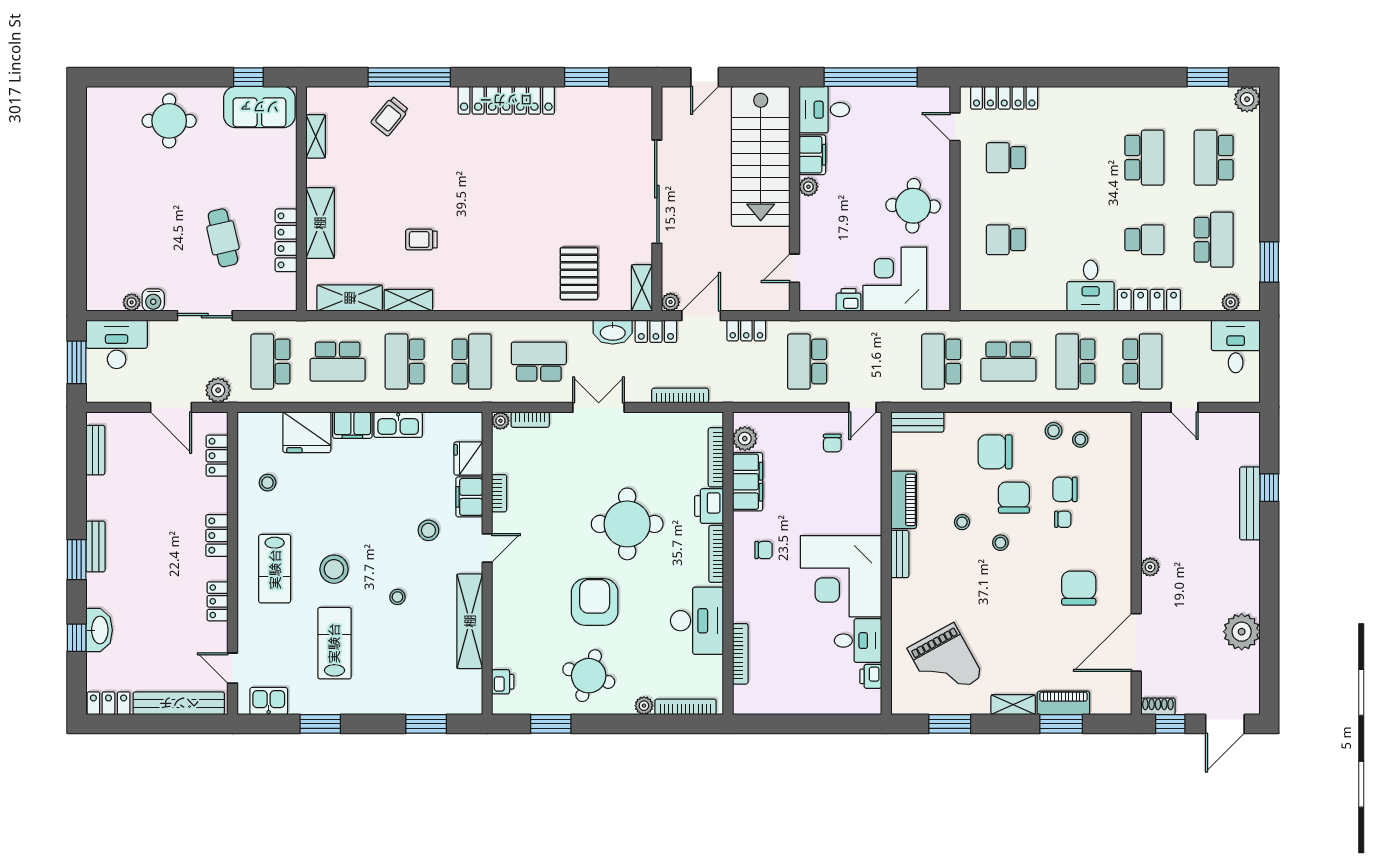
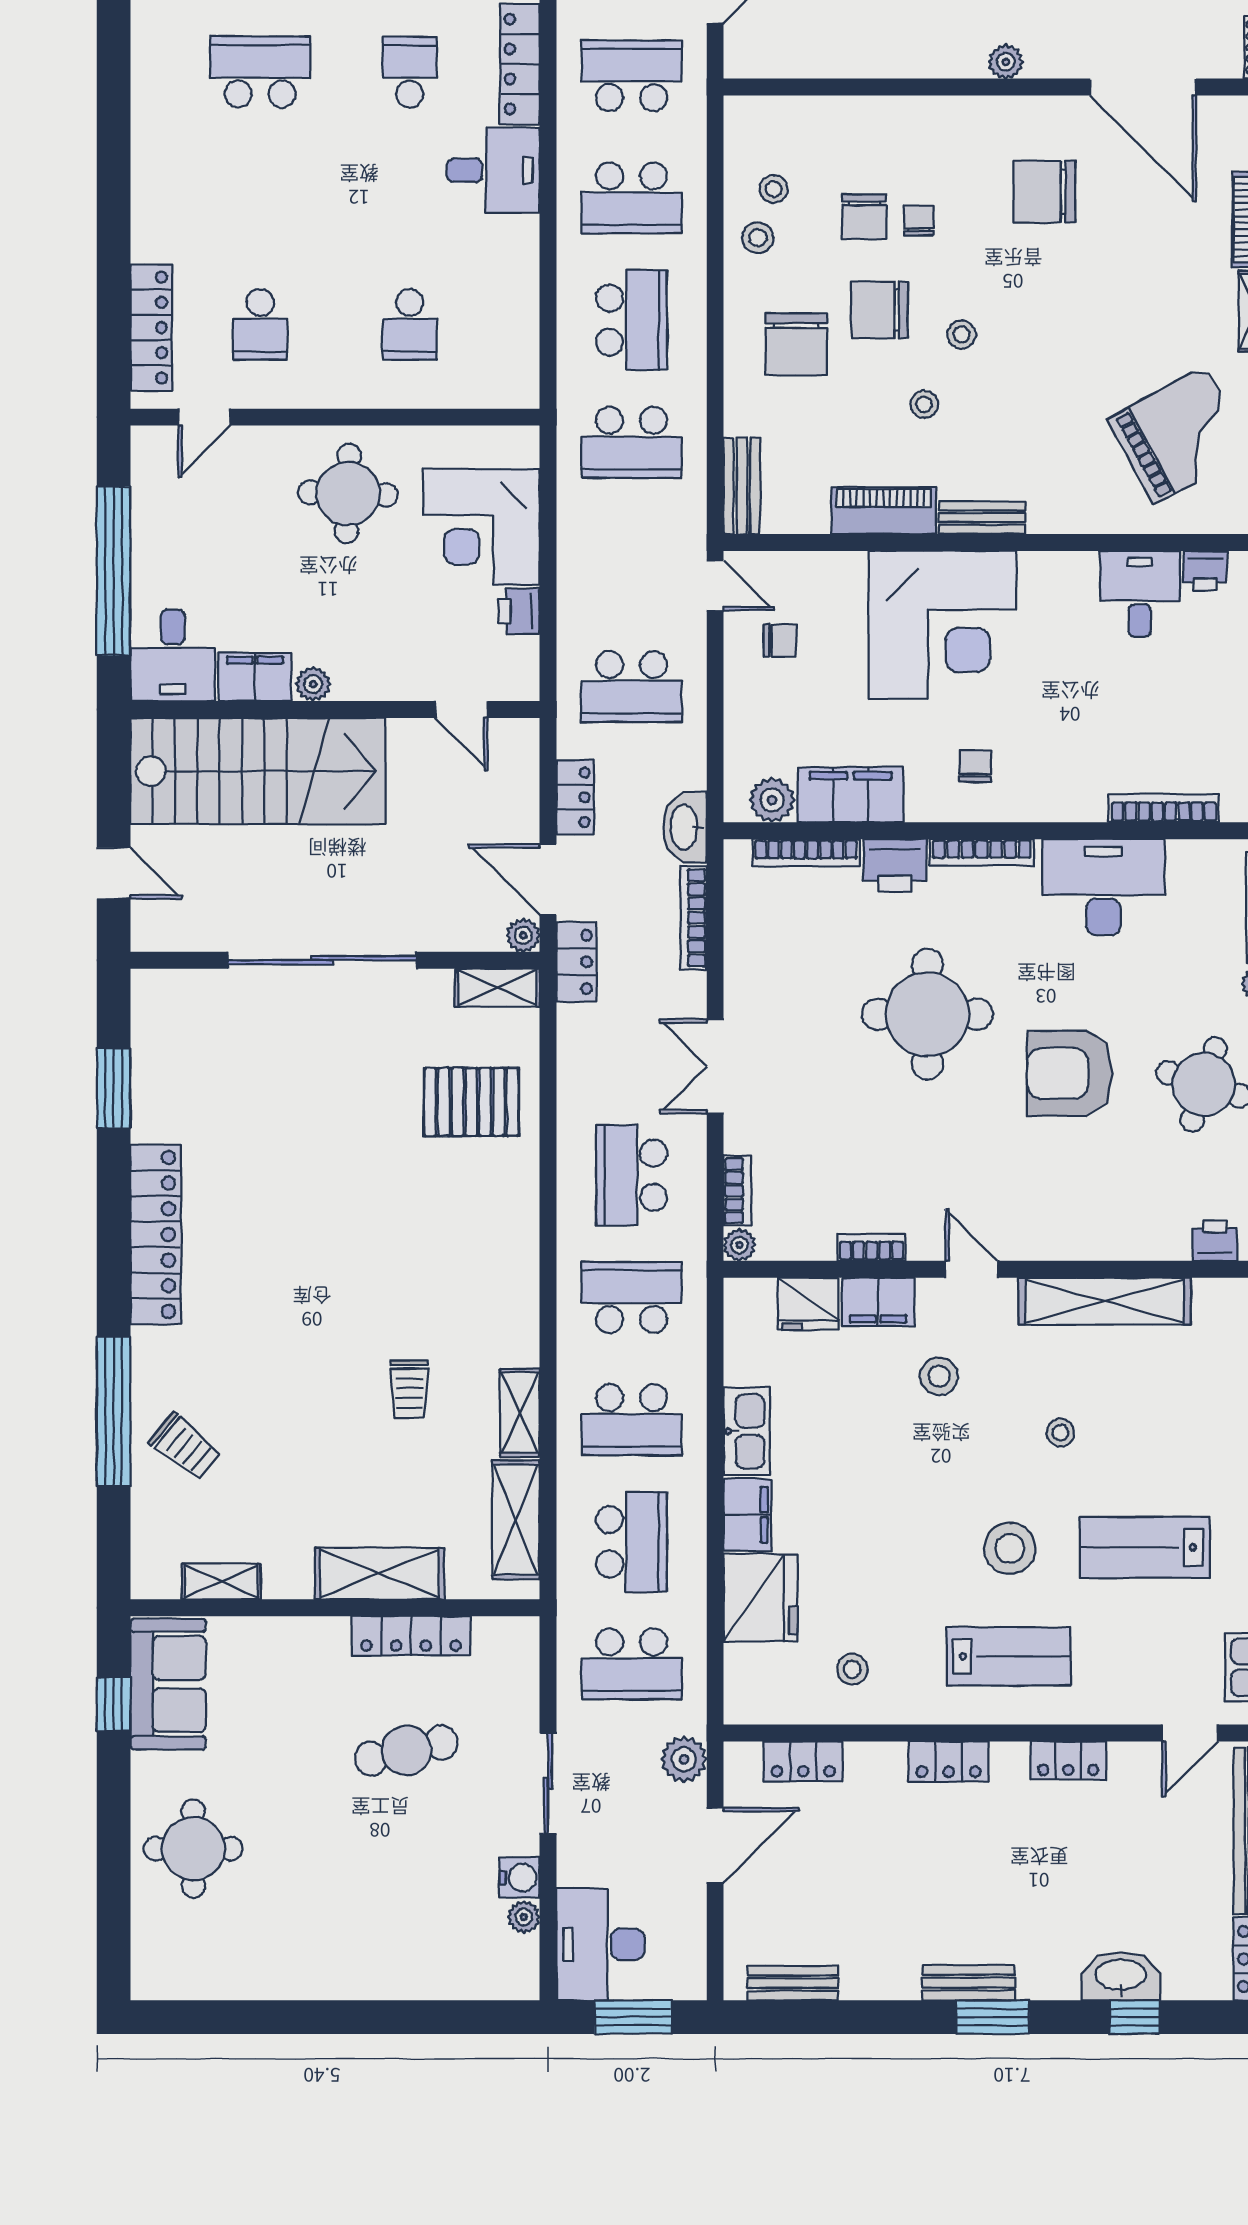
washbasin: (613, 332) -> (685, 827), moved, turned 180
corner desk: (841, 576) -> (943, 625), moved

